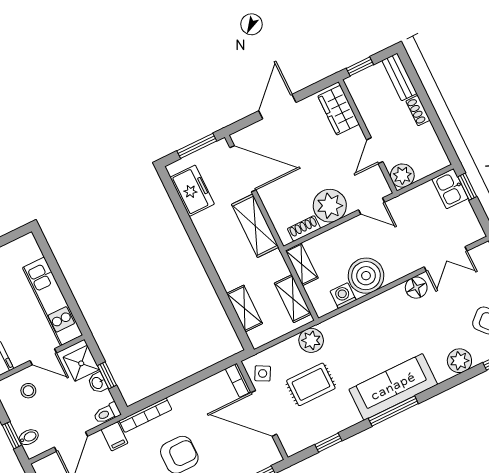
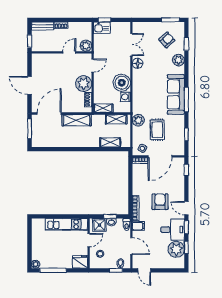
wardrobe: (339, 110) -> (44, 60), removed
door: (375, 151) -> (69, 52), swing flipped
freezer: (192, 191) -> (48, 140), removed

